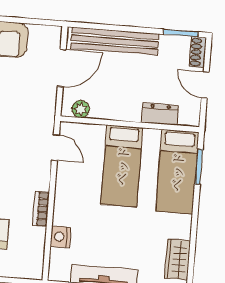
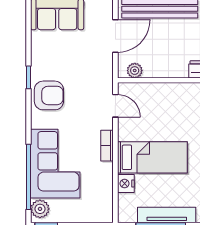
bed: (122, 166) -> (152, 157), moved, turned -90
bookcase: (41, 209) -> (107, 146), moved

